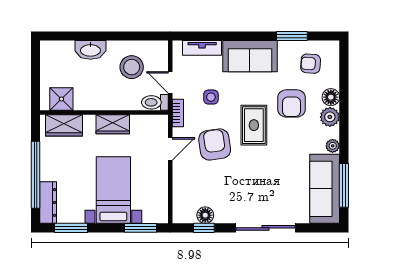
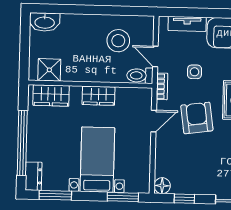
washbasin: (90, 50) -> (45, 22), moved
dresser: (48, 202) -> (34, 176), width x0.70
floor lamp: (205, 215) -> (162, 186), moved

